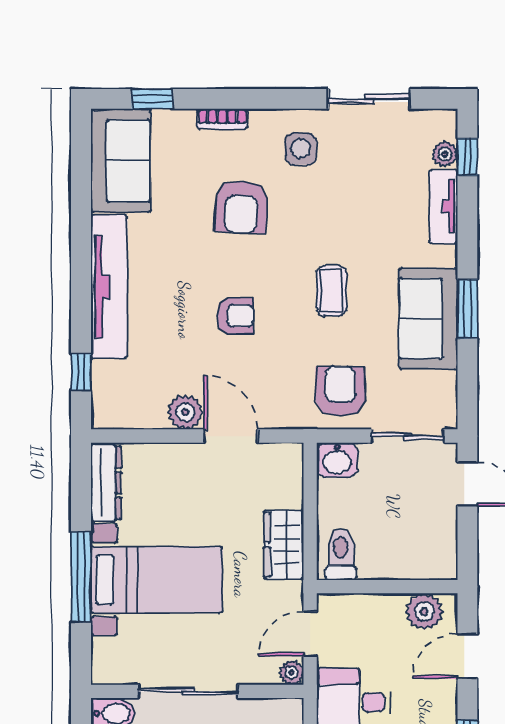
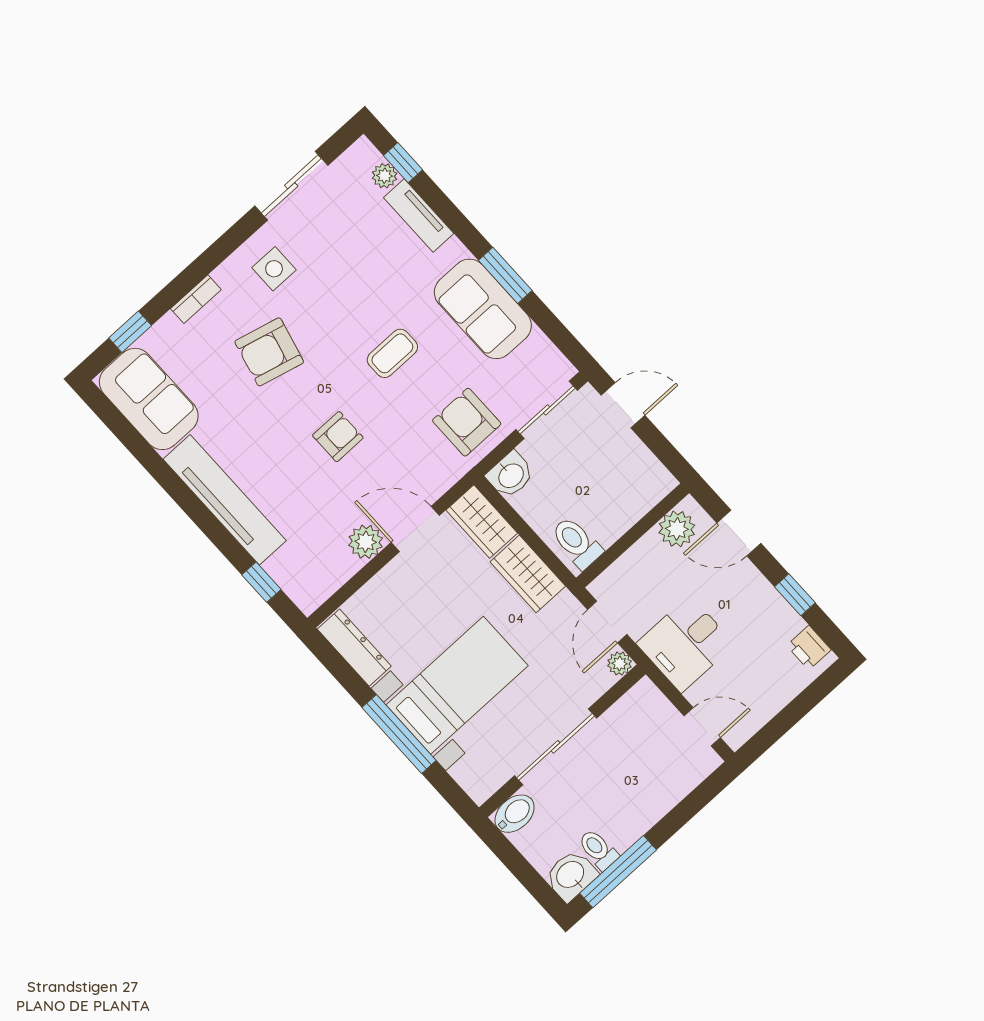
armchair: (241, 207) -> (269, 352), turned 101
coffee table: (332, 291) -> (392, 353), turned 90
wardrobe: (285, 475) -> (482, 522), added
door: (467, 656) -> (739, 533), hinge flipped

